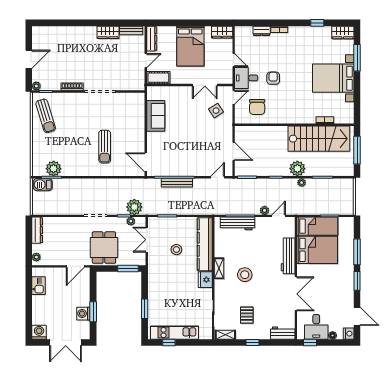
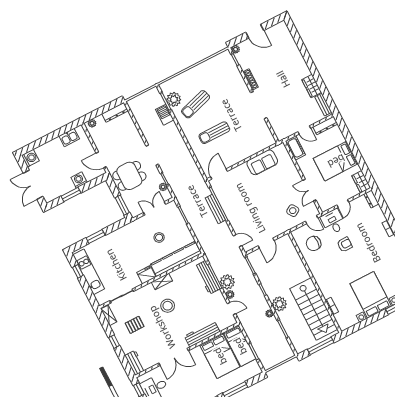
dresser: (262, 31) -> (371, 199), moved
sun lounger: (46, 116) -> (196, 104), moved
barbecue: (43, 185) -> (165, 115), moved
plant: (134, 207) -> (227, 282), moved
washing machine: (83, 314) -> (79, 180), moved

